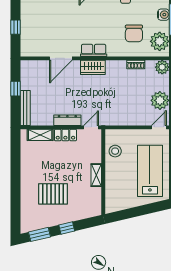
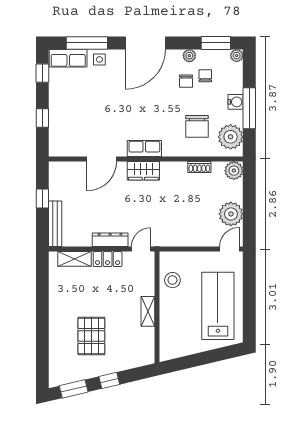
pallet: (53, 194) -> (91, 336), turned 90

